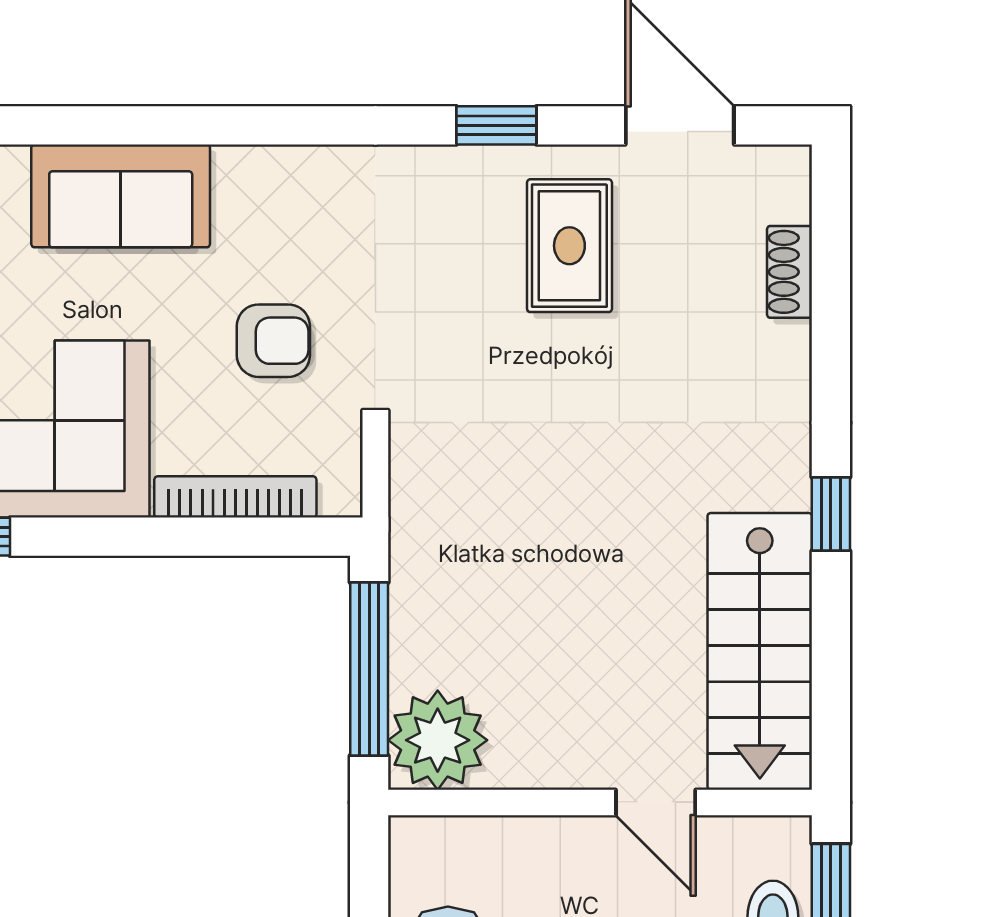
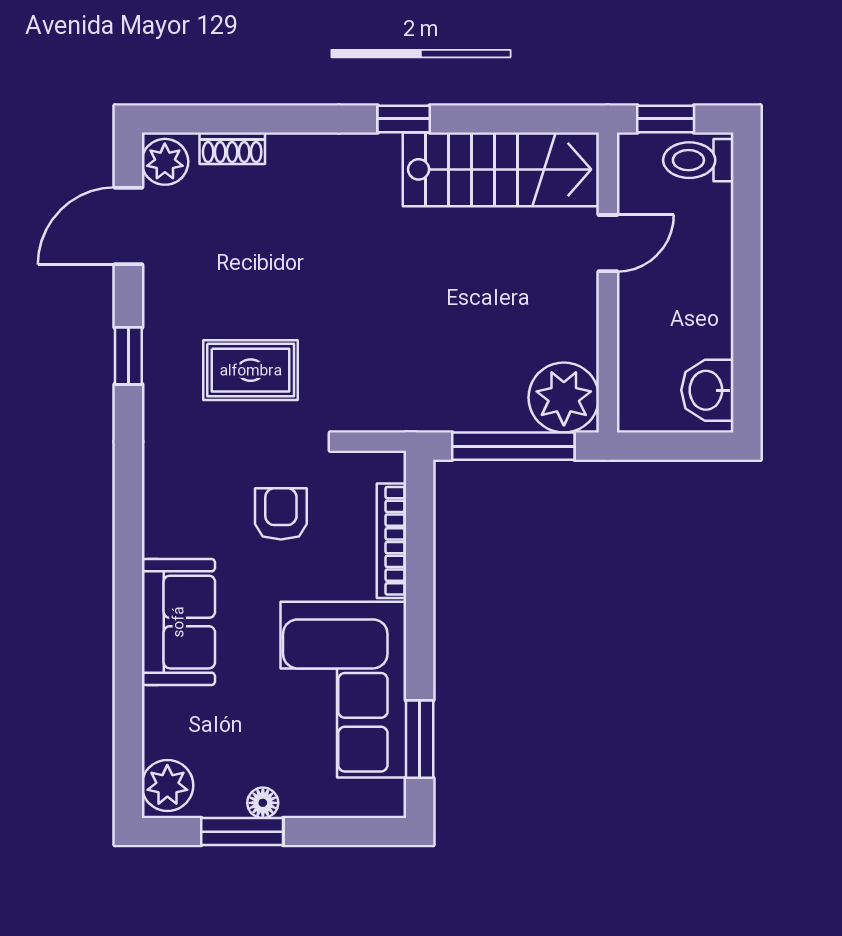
plant: (770, 177) -> (165, 162), added
rug: (569, 246) -> (251, 370), moved

